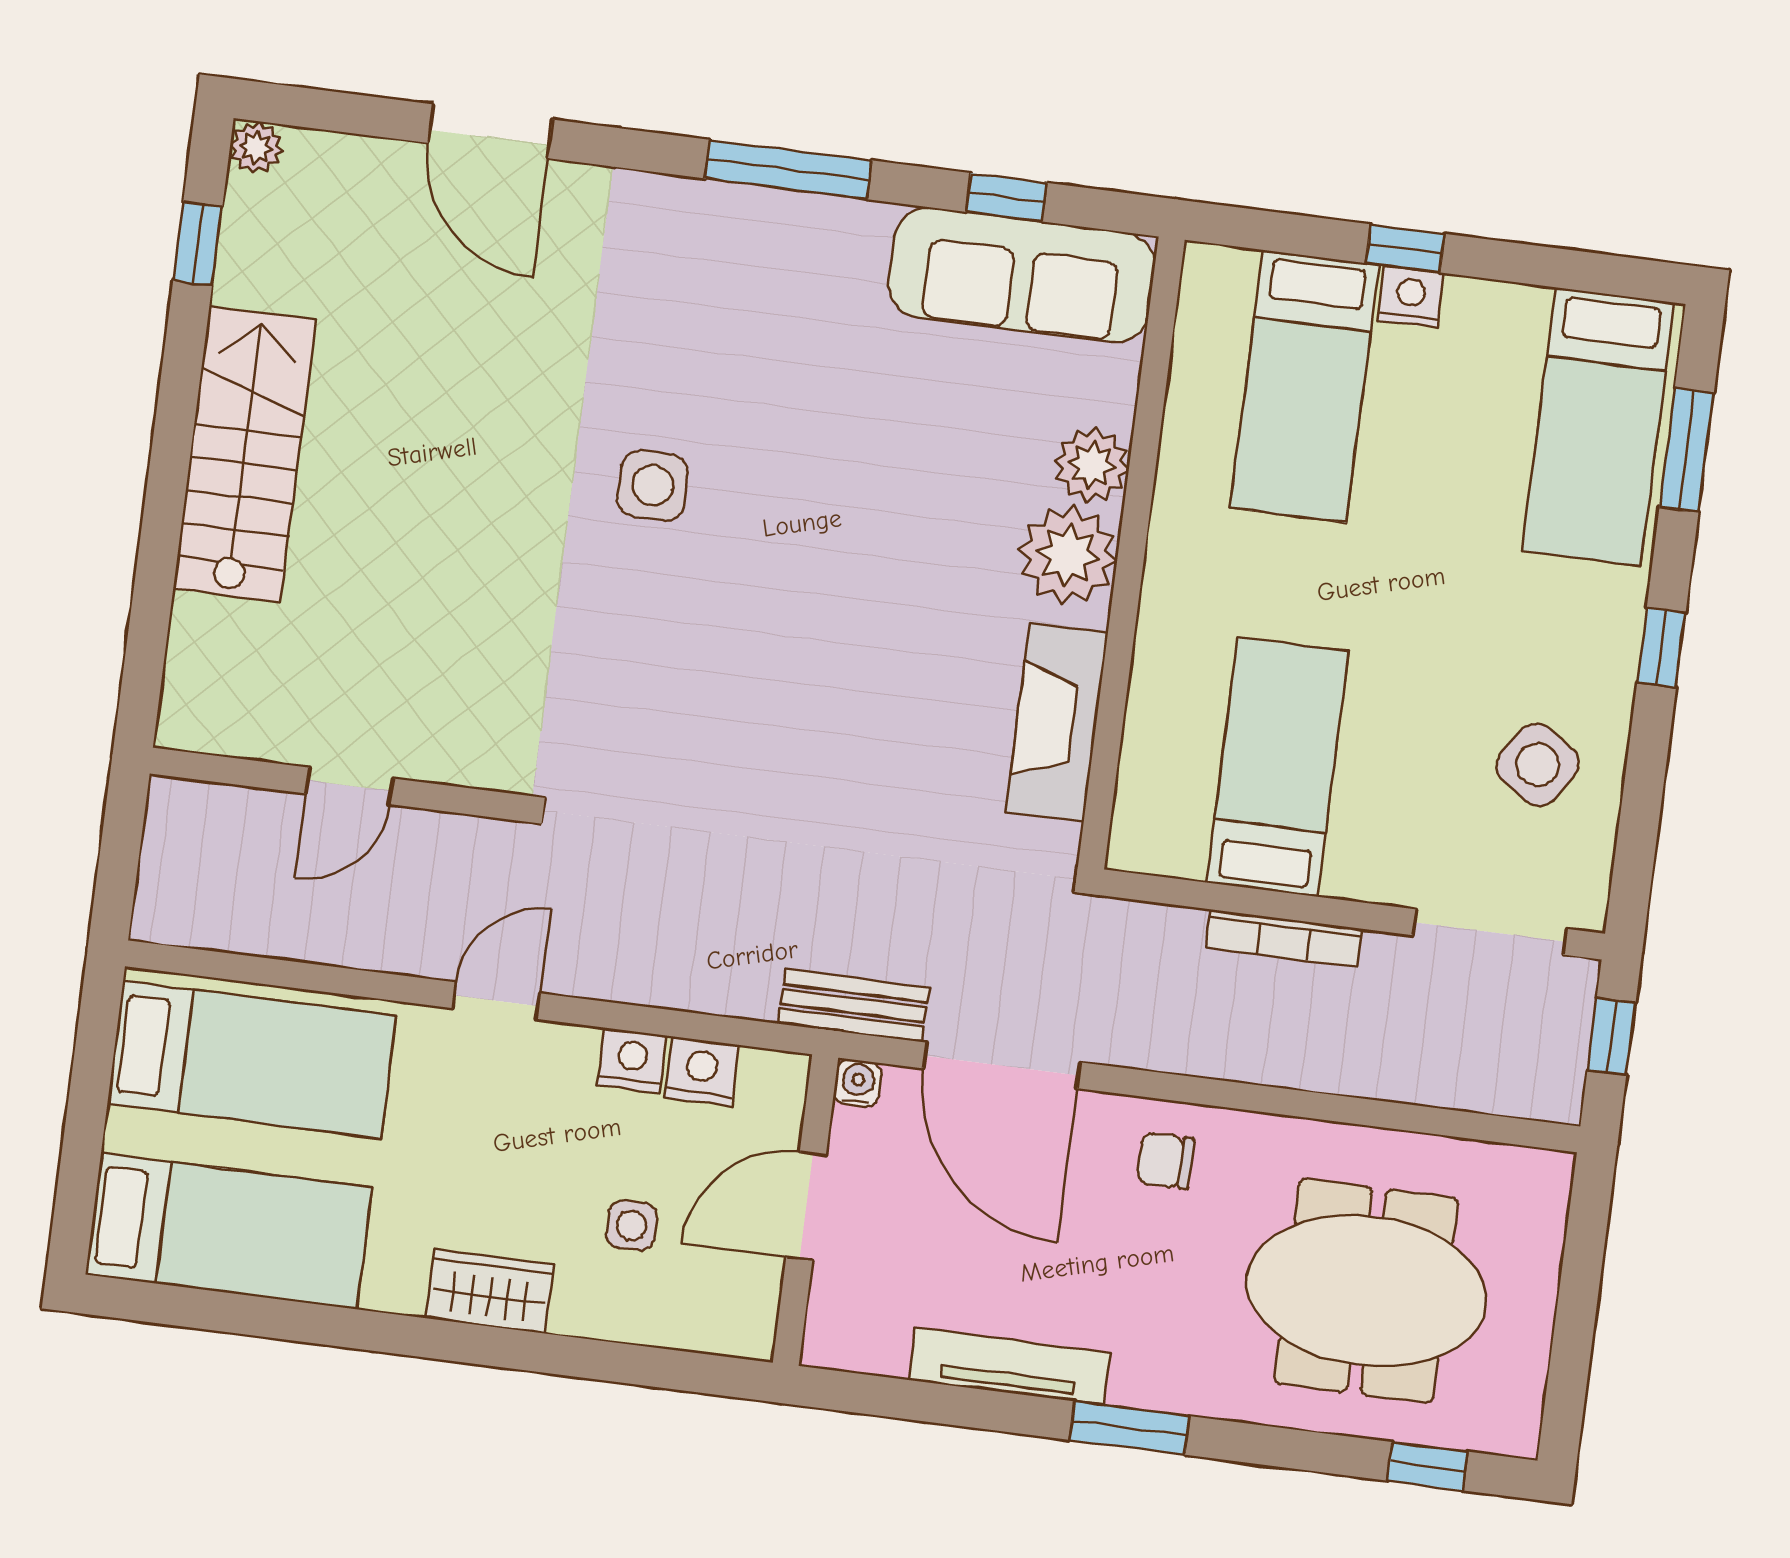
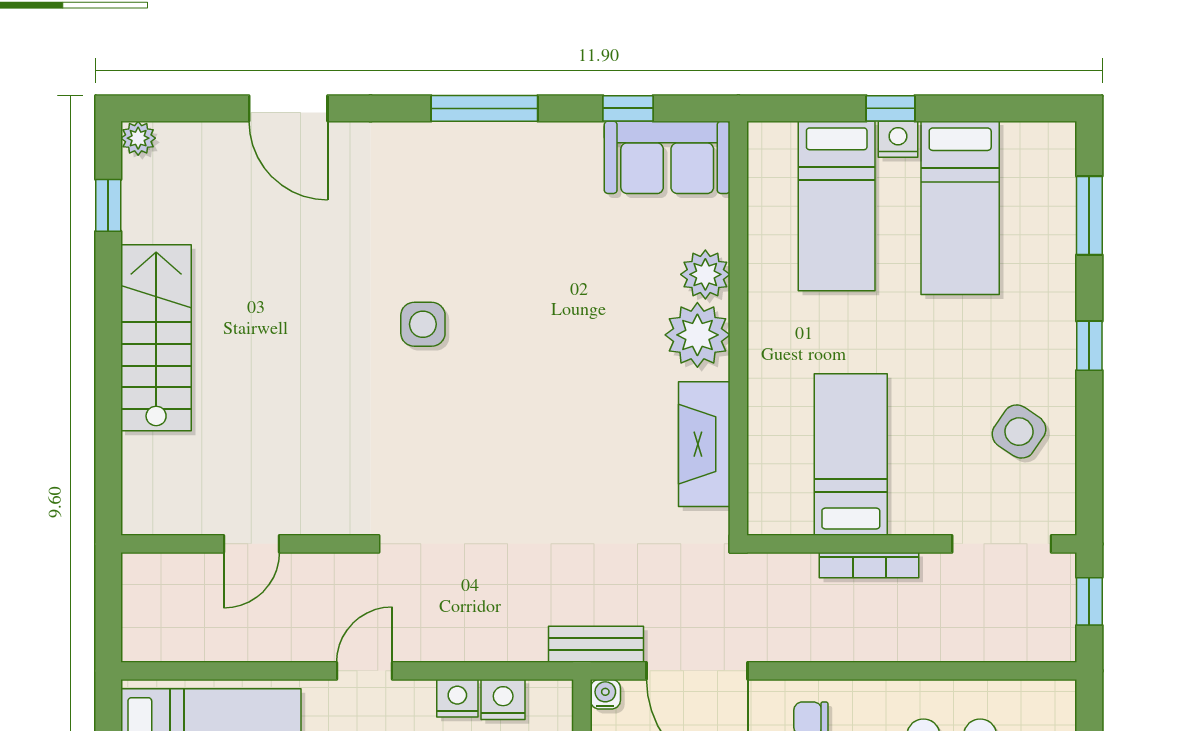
sofa: (1022, 275) -> (667, 157), width x0.73
bed: (1598, 427) -> (960, 208), moved

